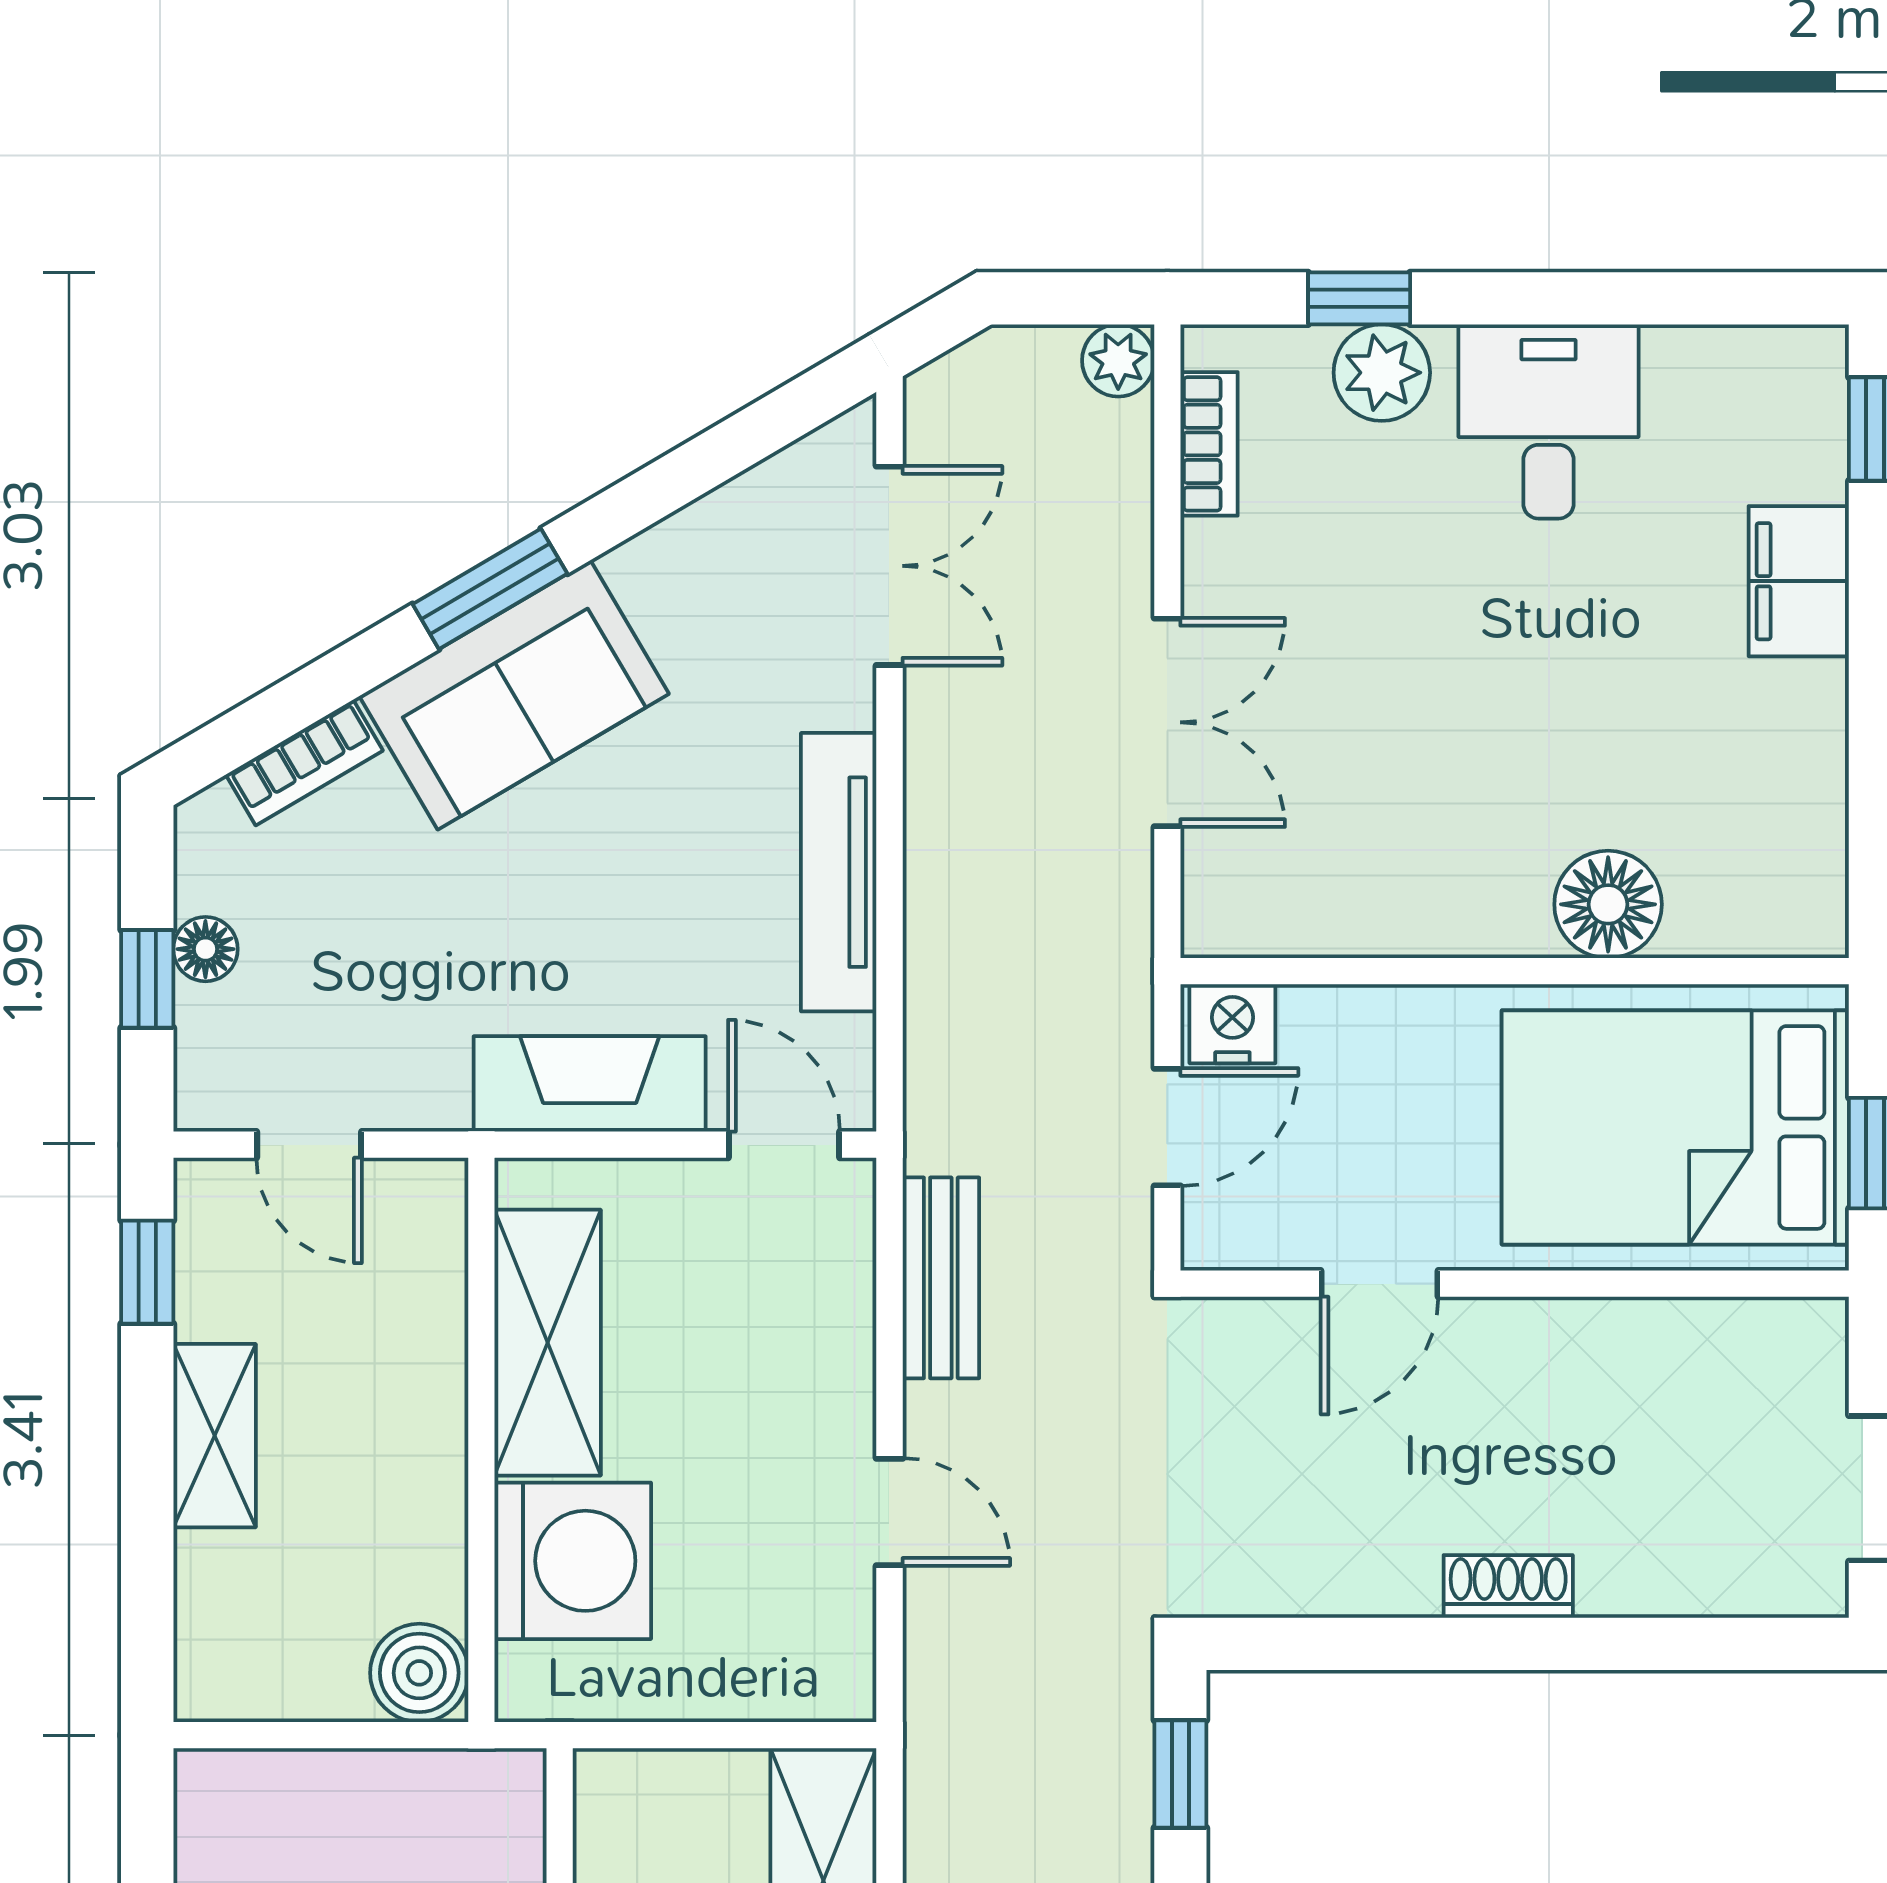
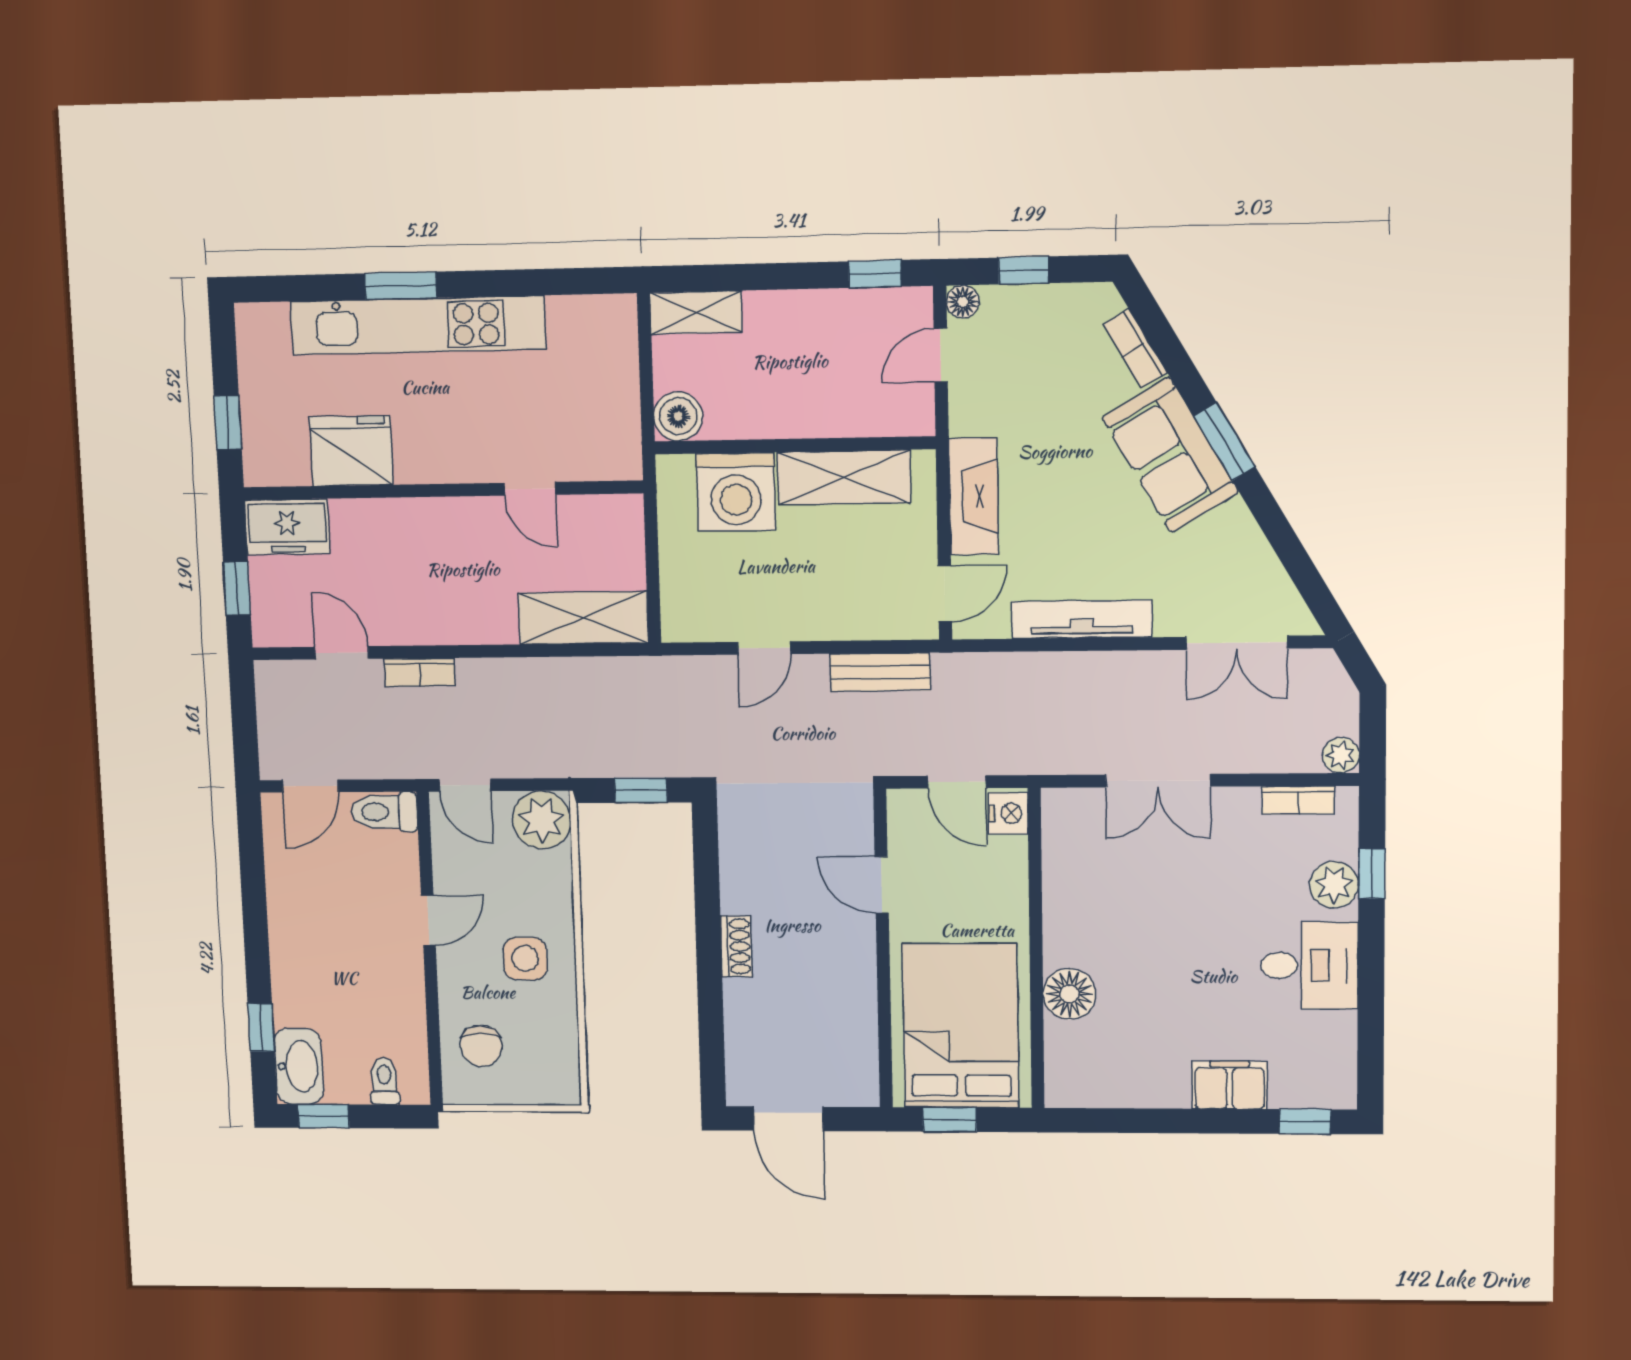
floor lamp: (205, 949) -> (963, 302), moved
shelving: (215, 1436) -> (696, 313), moved

